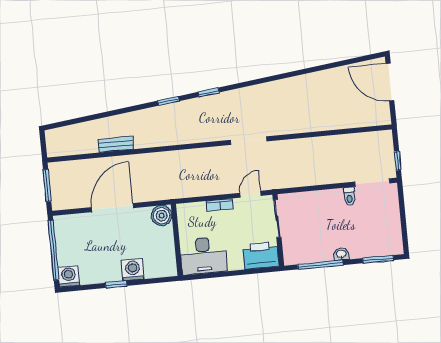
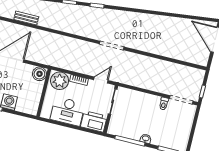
plant: (193, 215) -> (60, 81), added
desk: (203, 256) -> (68, 111), moved

